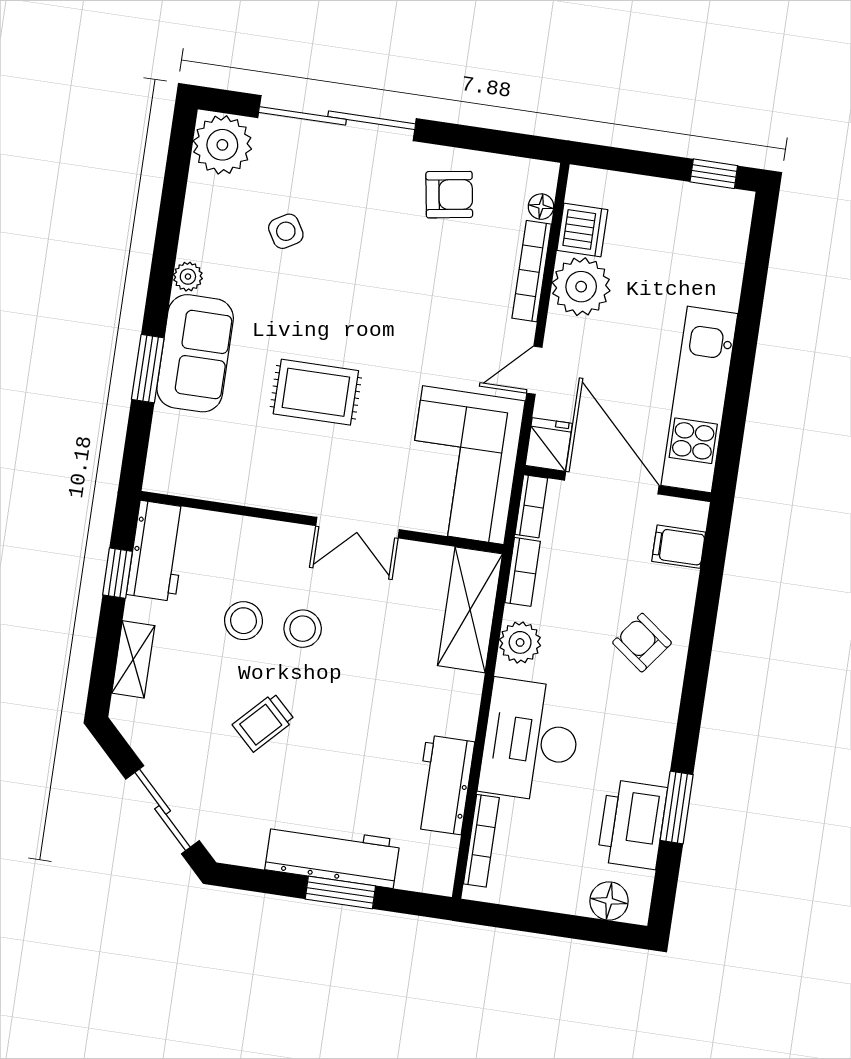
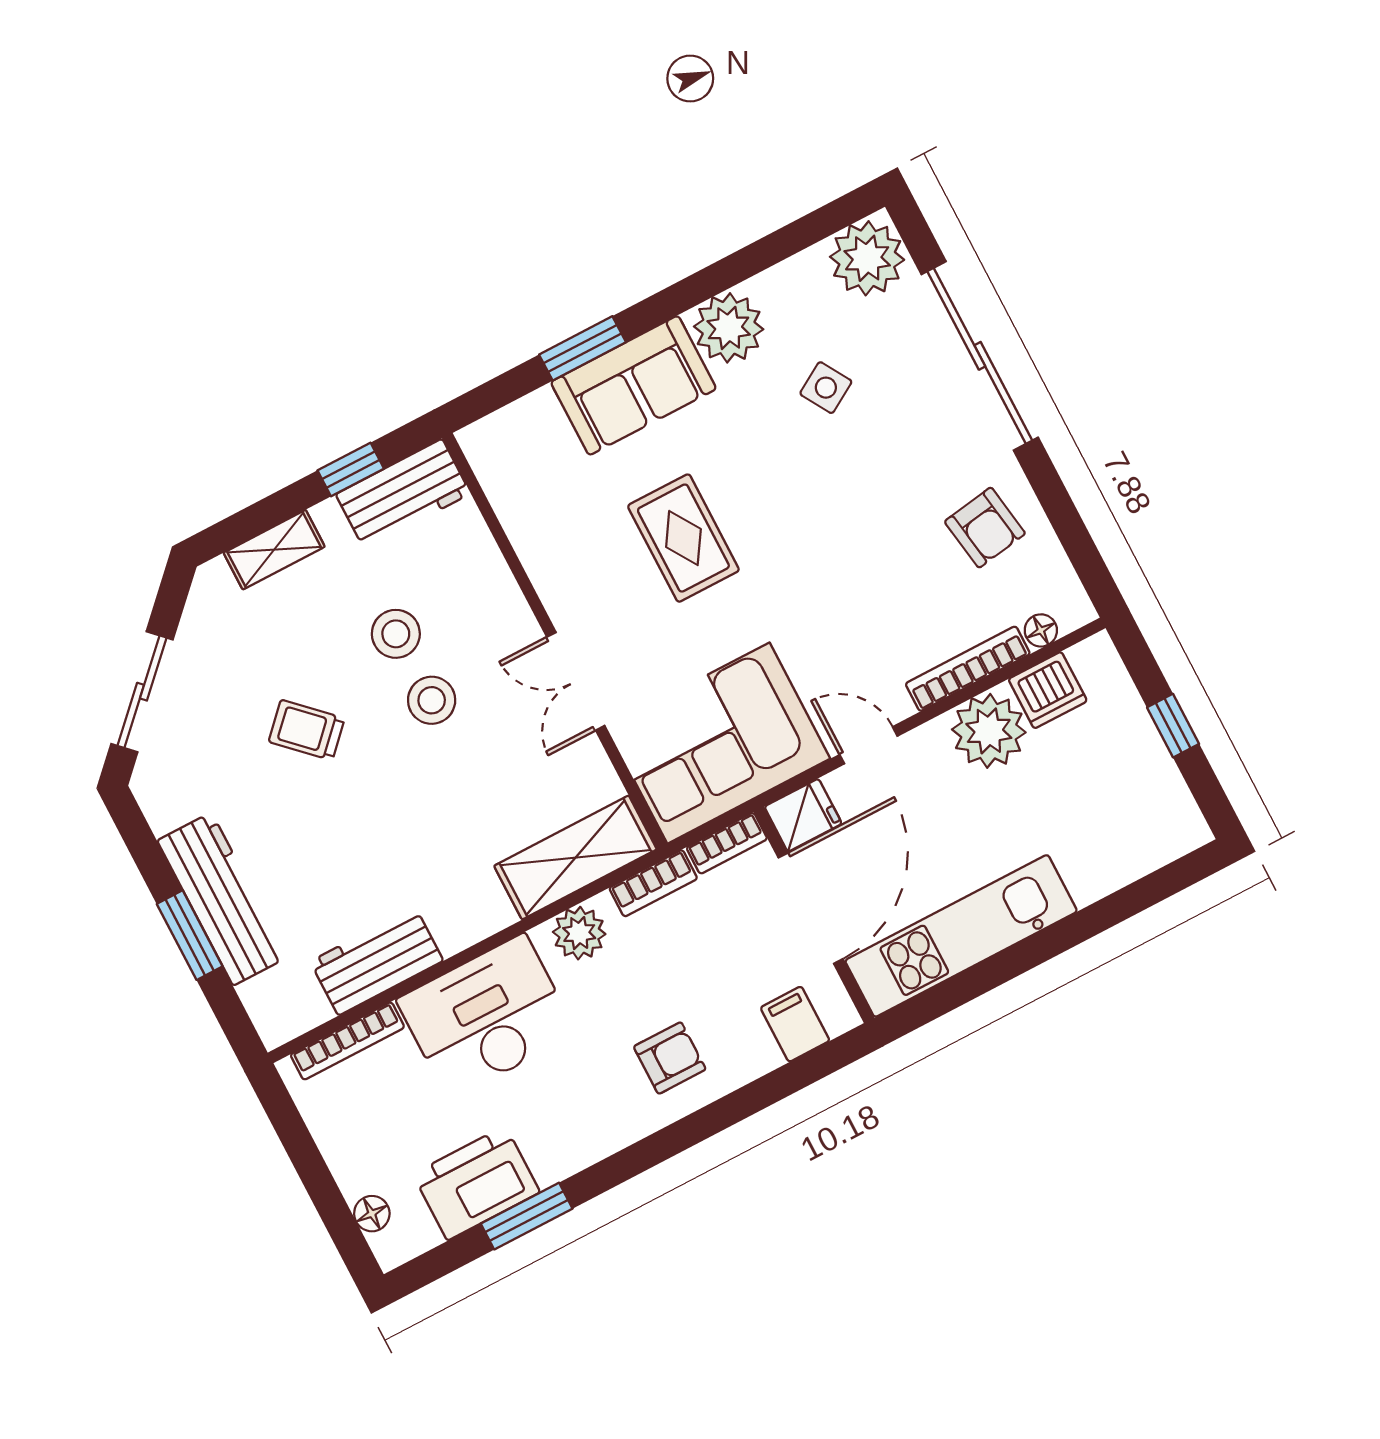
window: (714, 174) -> (1173, 726), moved
plant: (188, 277) -> (729, 328), width x1.87, depth x1.87
armchair: (642, 643) -> (670, 1058), turned 53
floor lamp: (609, 901) -> (372, 1214), width x0.73, depth x0.73

